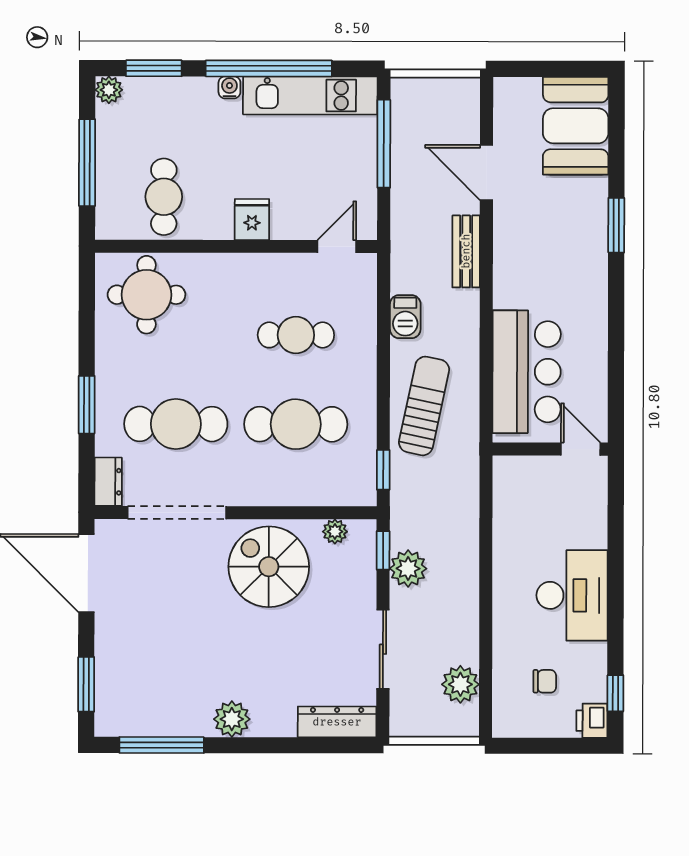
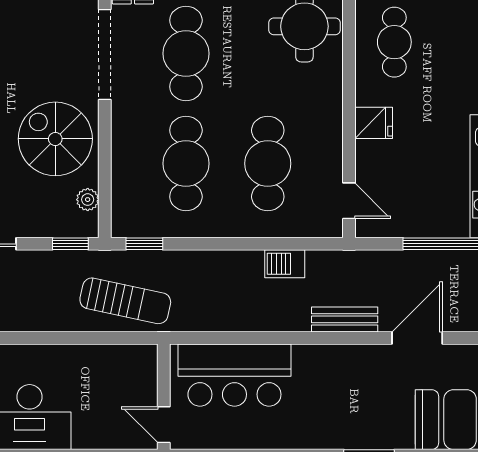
cafe table: (164, 197) -> (394, 42), turned 90
cafe table: (296, 335) -> (268, 163), width x1.37, depth x1.35
sun lounger: (424, 406) -> (125, 301), moved
door: (581, 449) -> (164, 425), swing flipped
spiral stairs: (269, 567) -> (55, 139), turned -90
plant: (408, 568) -> (54, 267), removed

